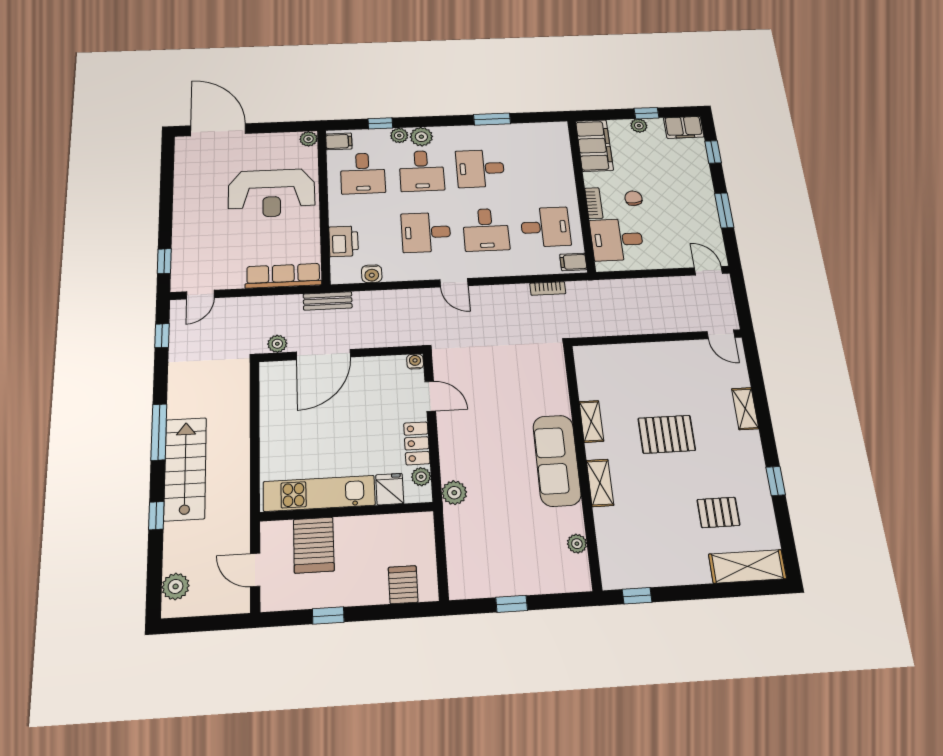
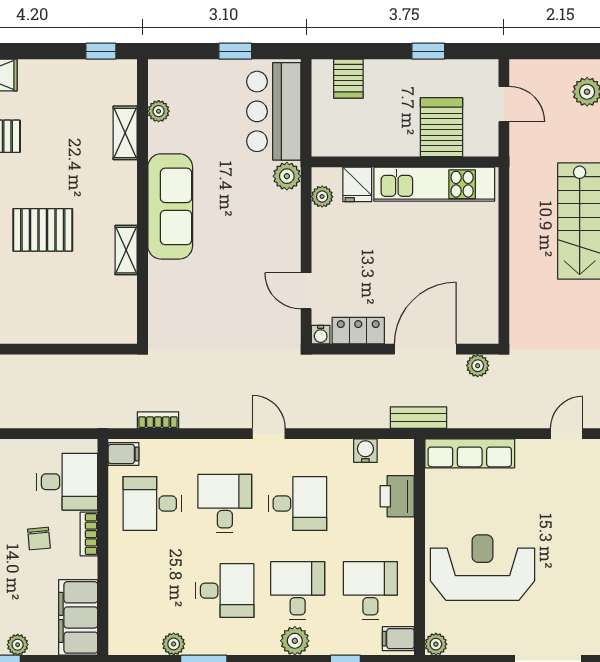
plant: (399, 135) -> (174, 644), moved
locker: (417, 443) -> (358, 331), moved, turned -90
shelving: (600, 483) -> (125, 133), moved
bar counter: (471, 550) -> (274, 111), added

